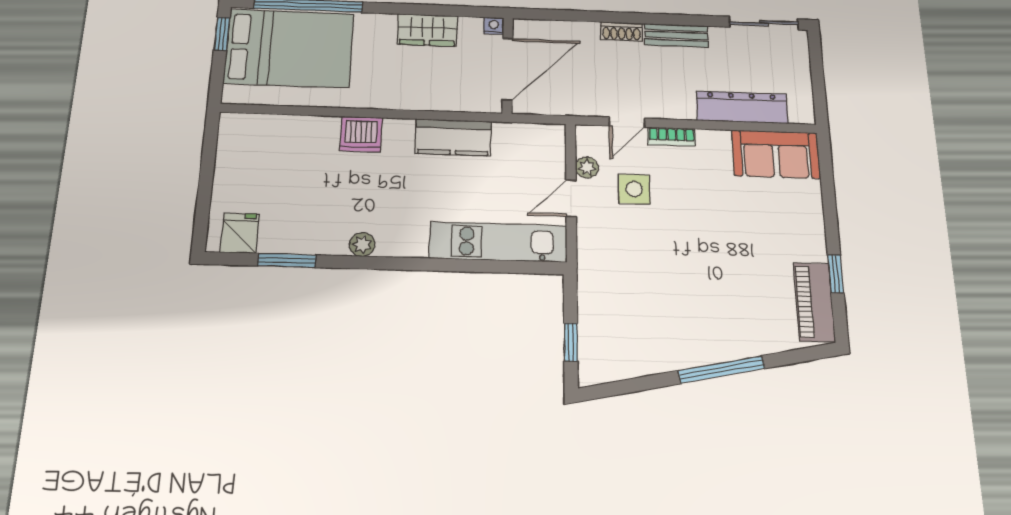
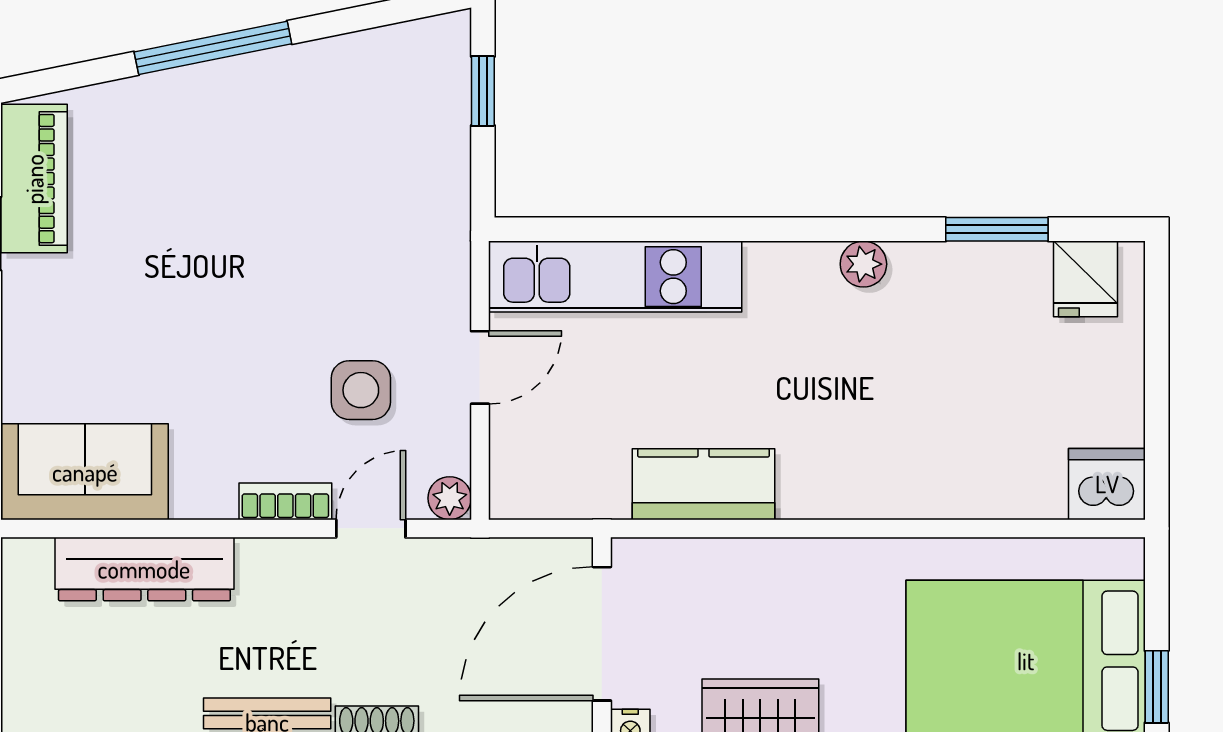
dishwasher: (361, 134) -> (1107, 484), moved
plant: (587, 167) -> (450, 498), moved

